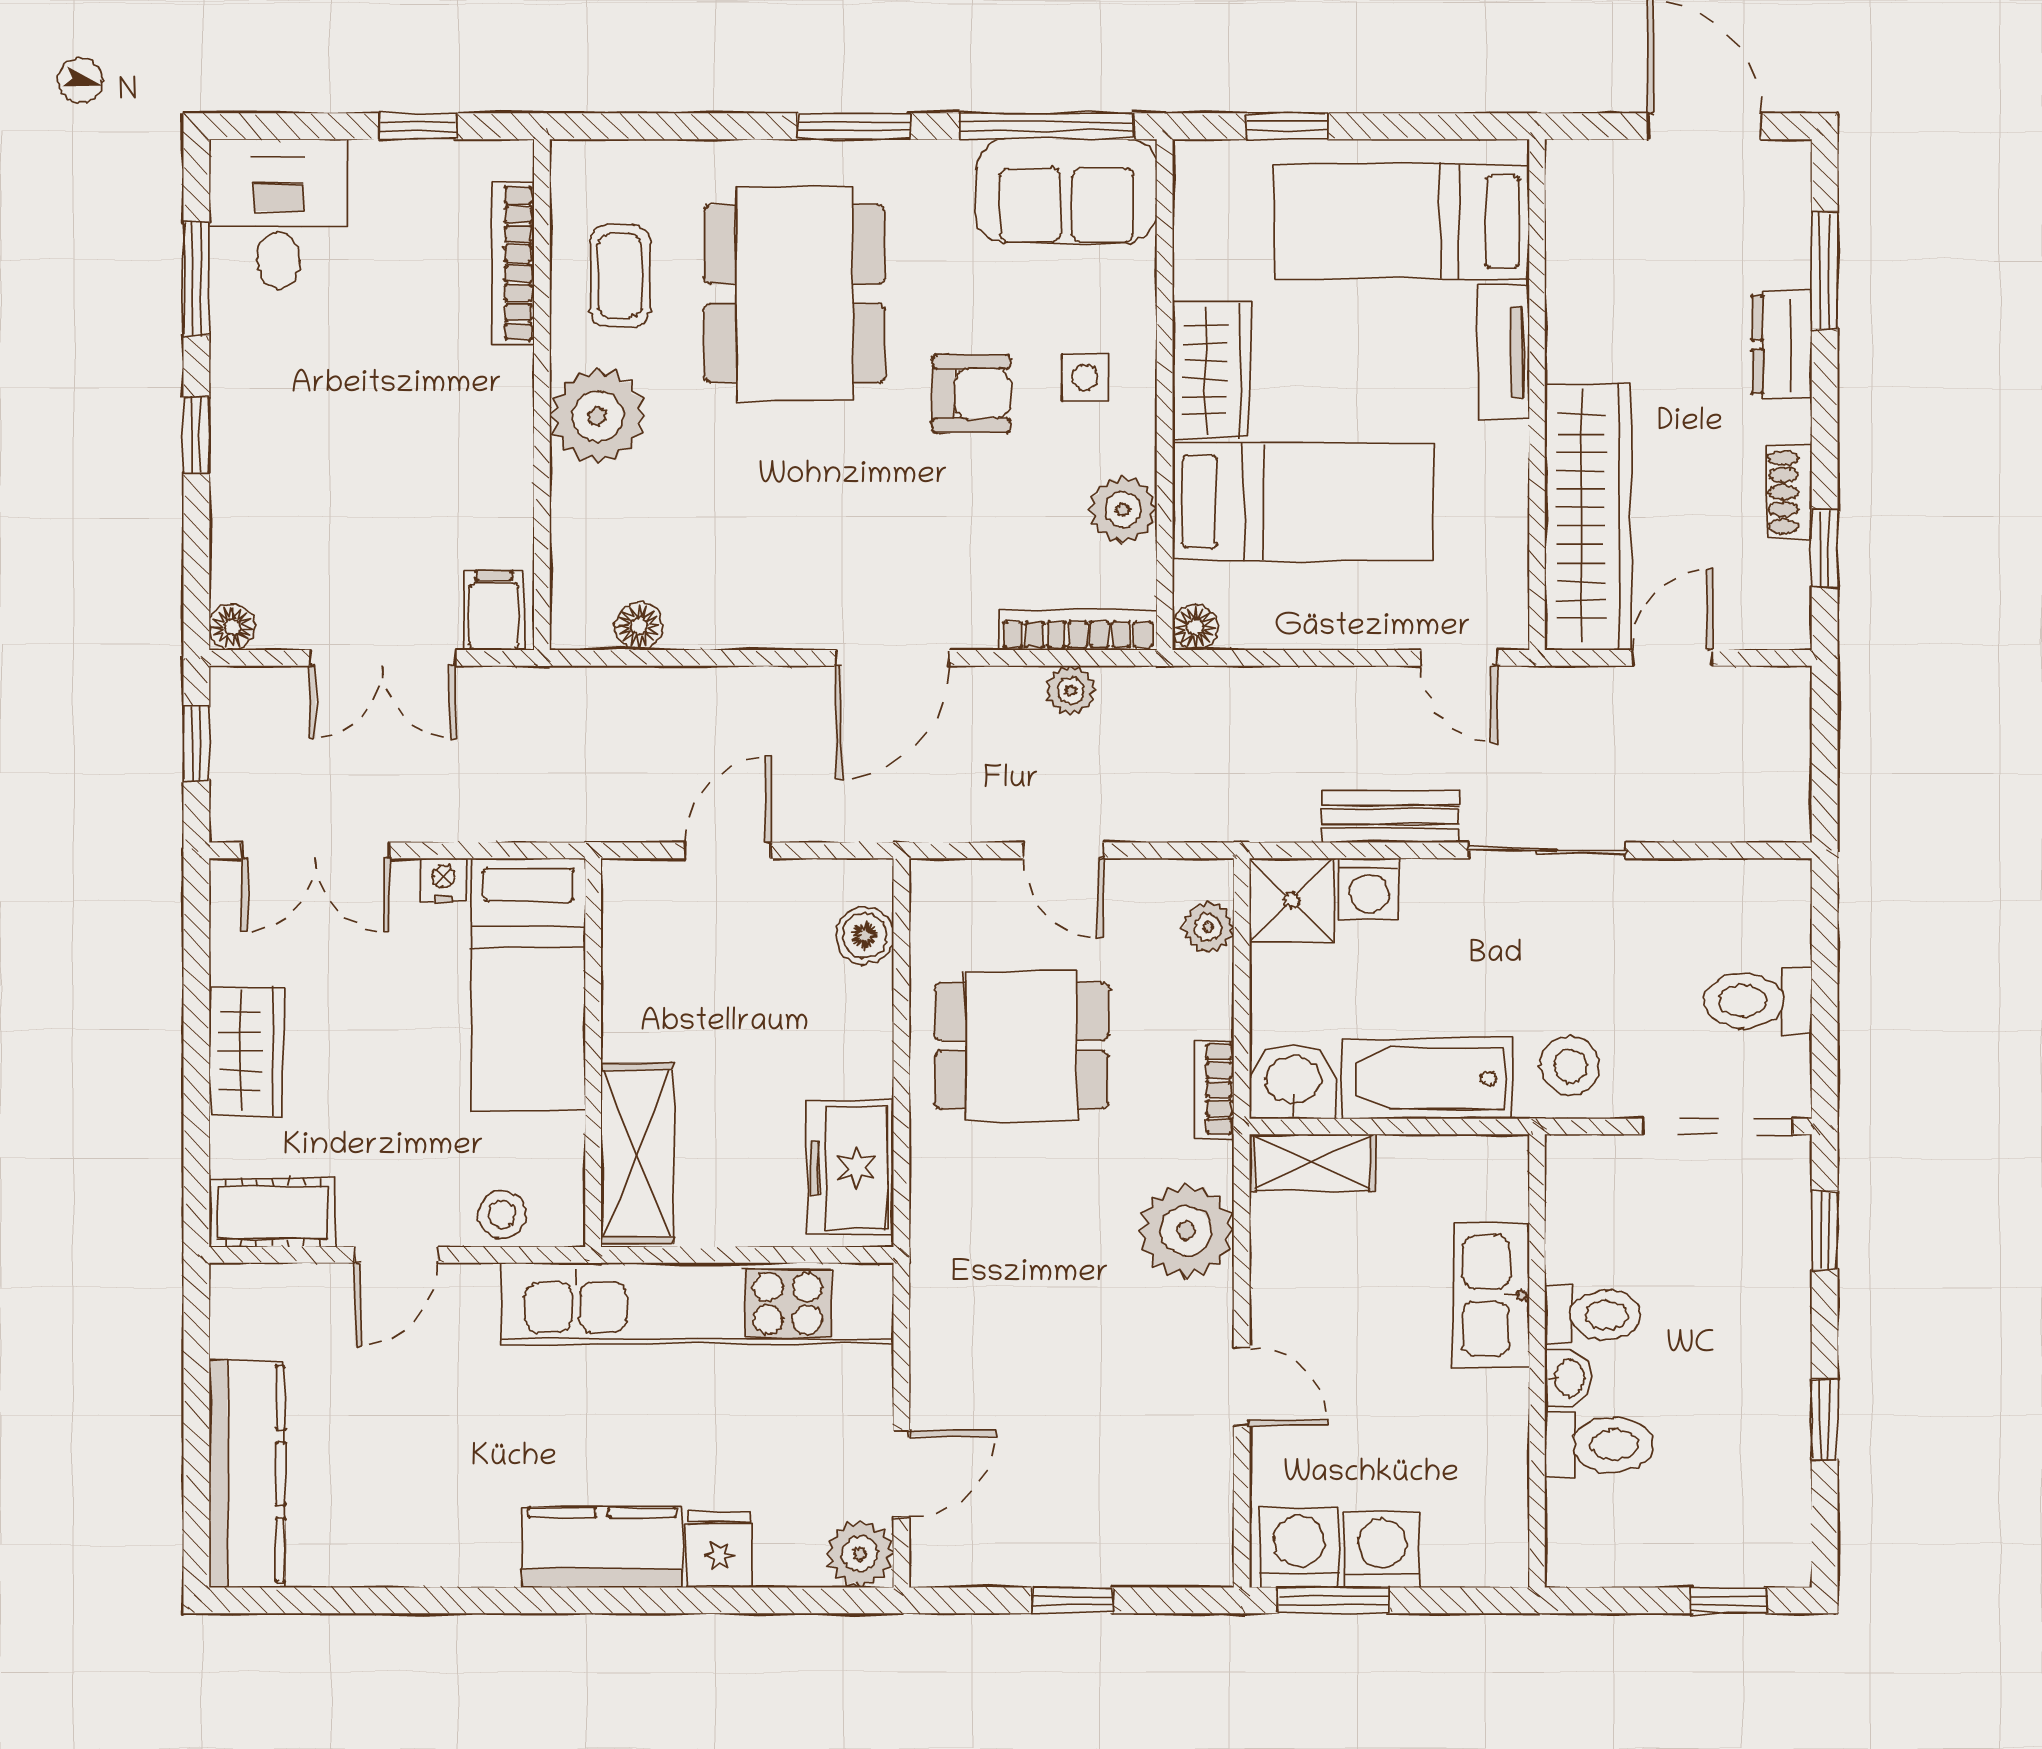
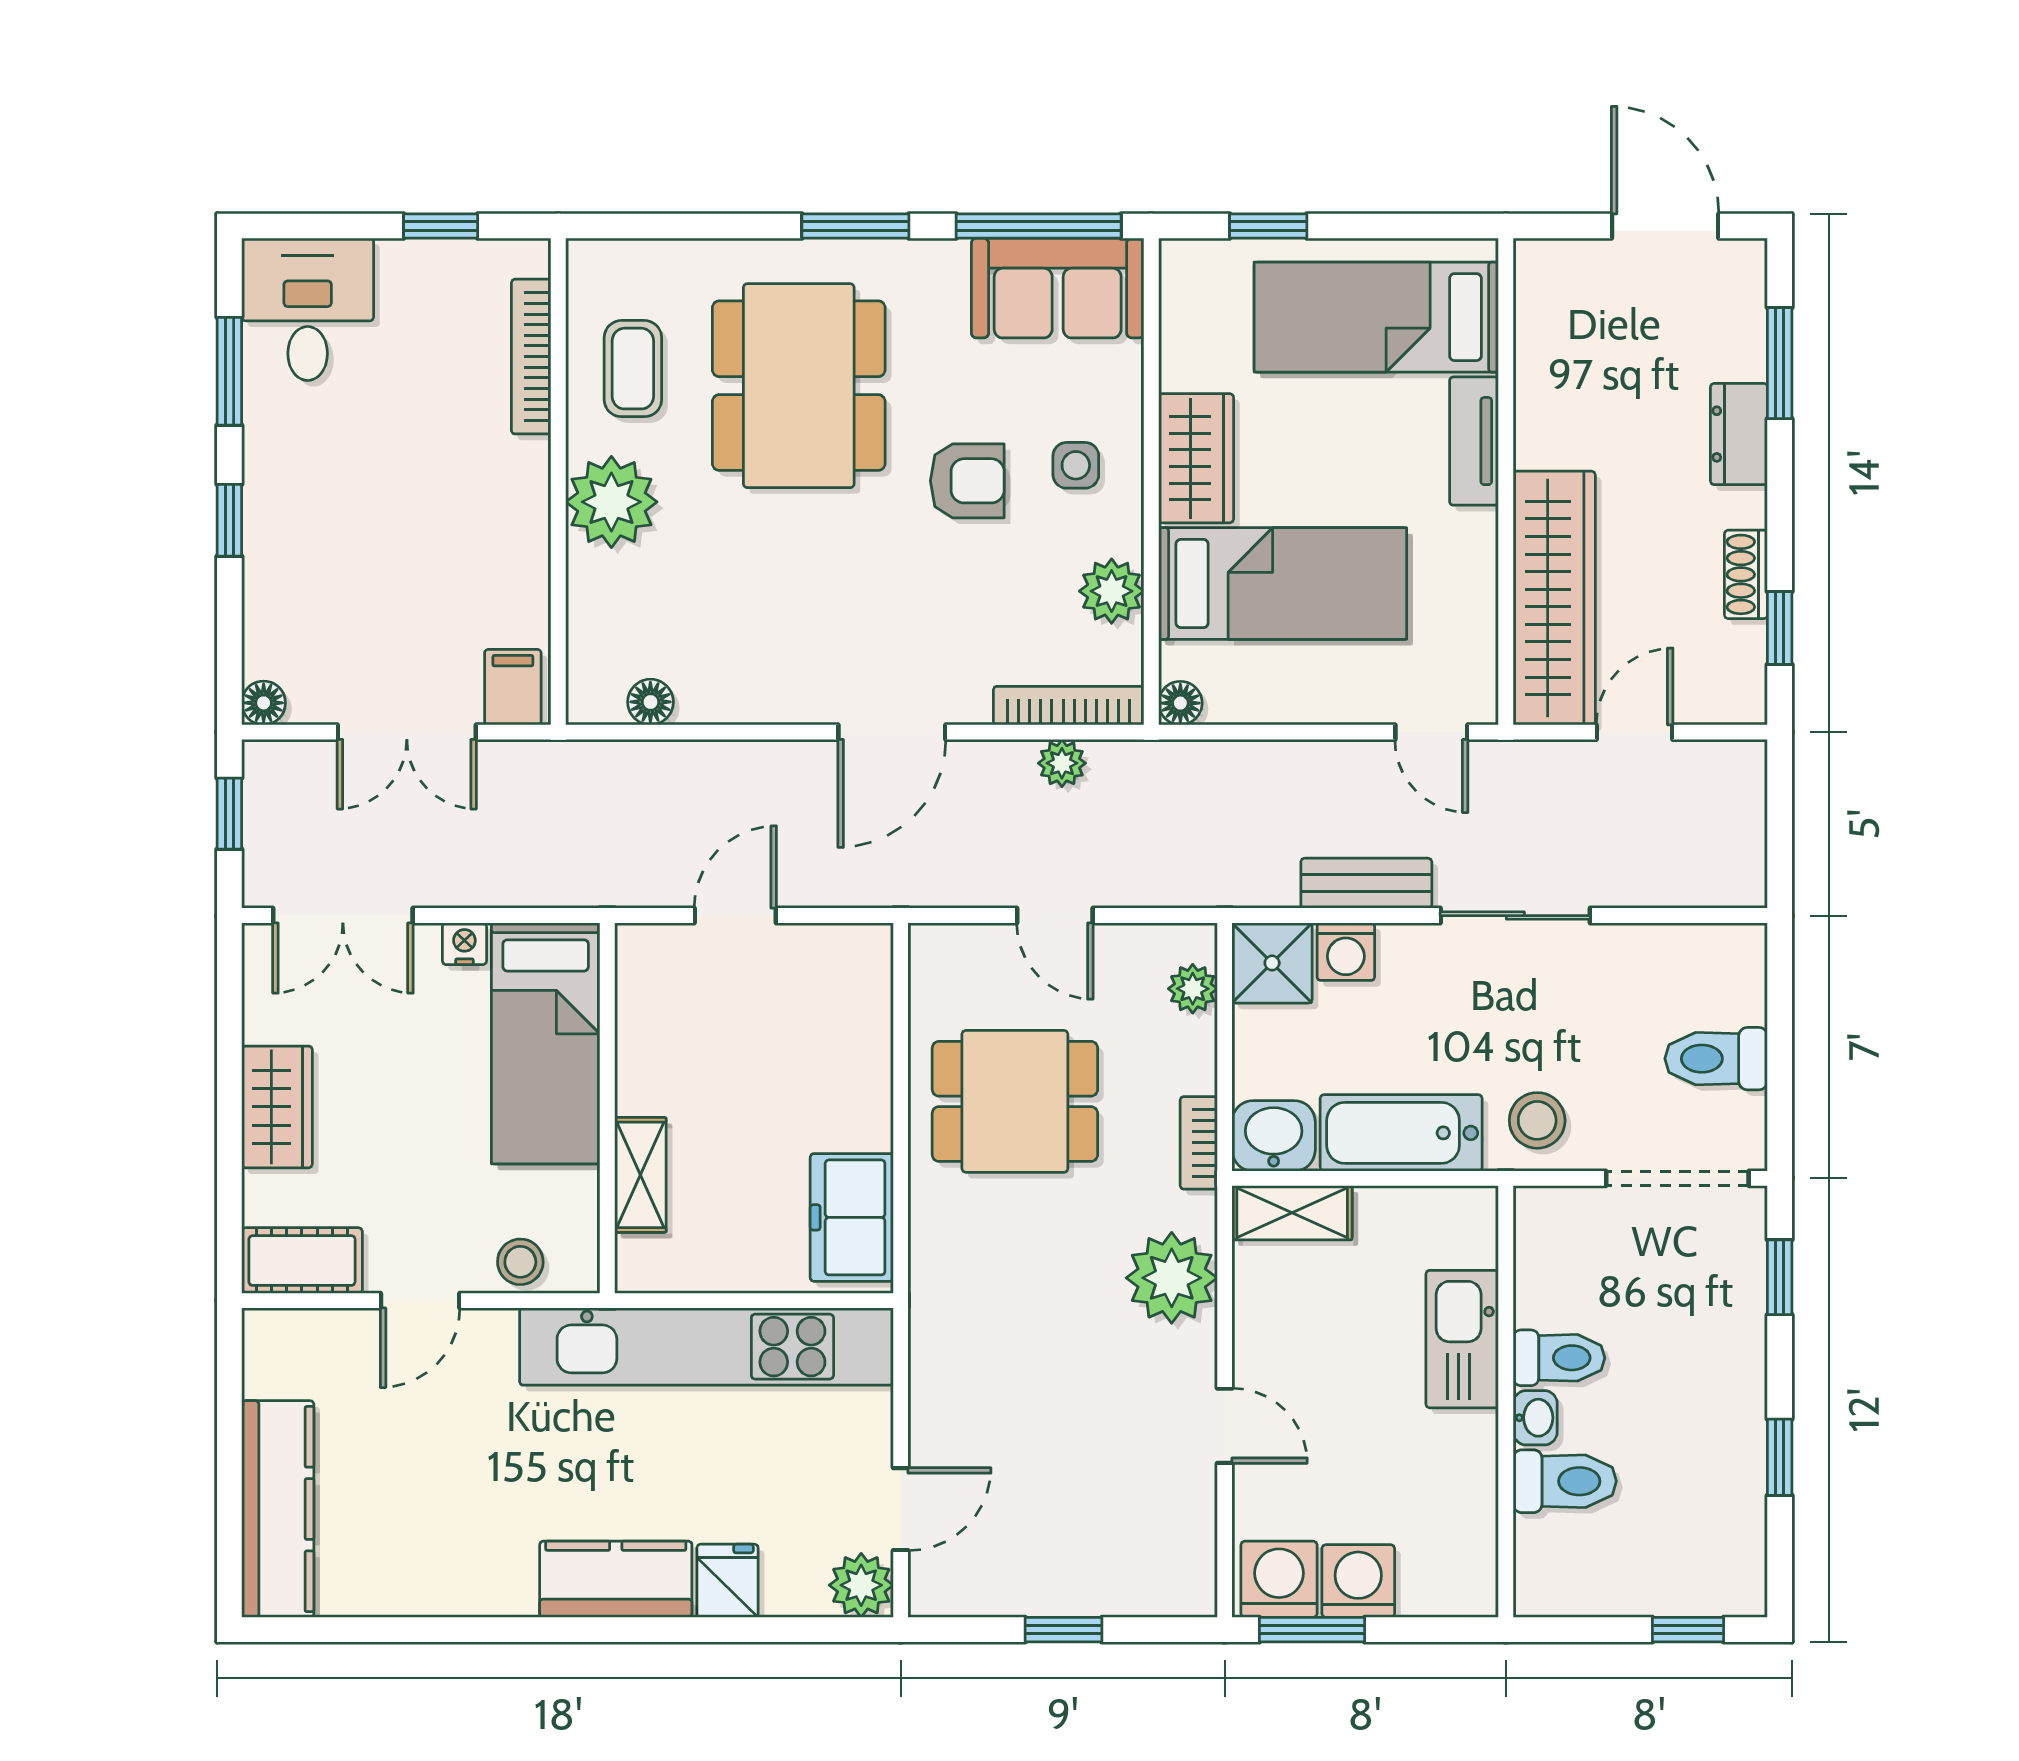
boiler: (865, 936) -> (866, 997), removed
shelving: (637, 1153) -> (640, 1175), width x0.67, depth x0.75

